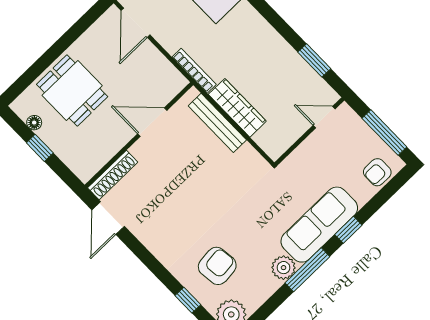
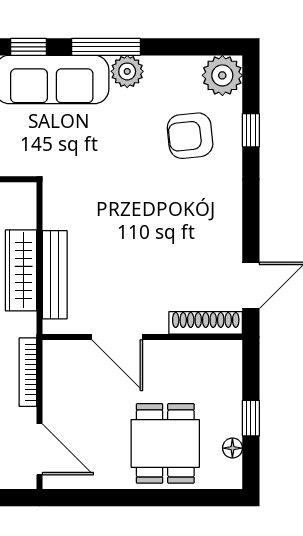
door: (136, 23) -> (40, 449), hinge flipped
bookcase: (194, 71) -> (28, 372), moved

